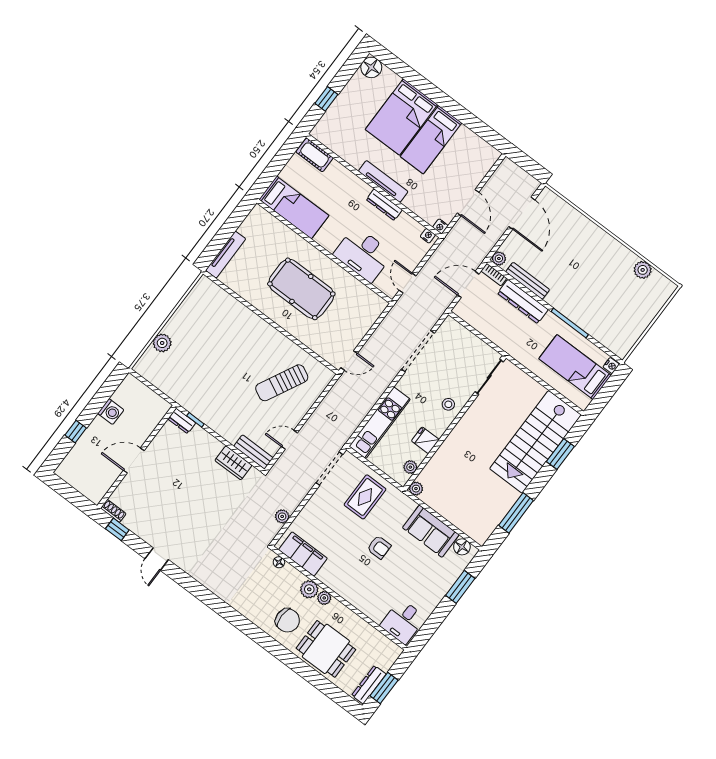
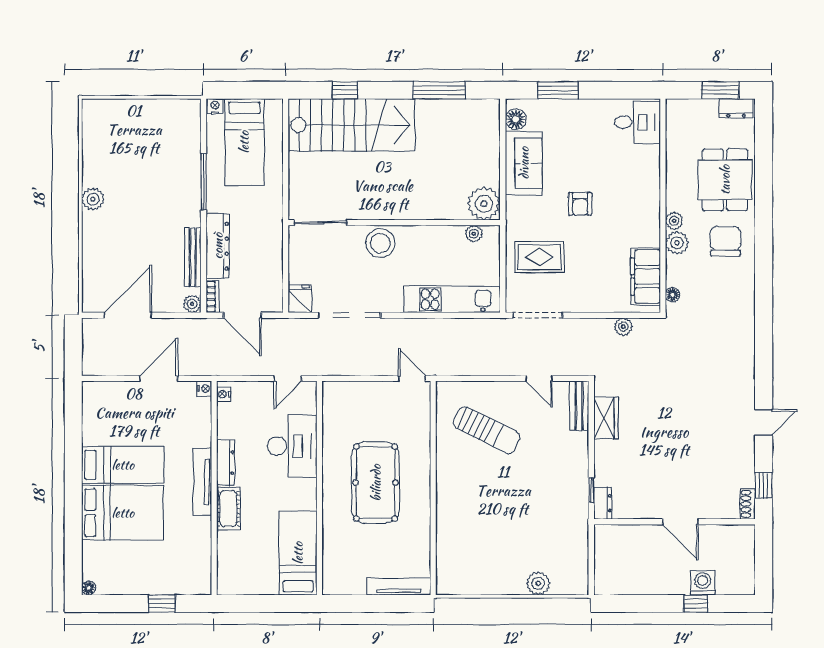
floor lamp: (371, 67) -> (89, 588), width x0.53, depth x0.53
cot: (315, 155) -> (228, 509), moved
plant: (643, 270) -> (93, 199), moved
stool: (448, 404) -> (380, 243), width x1.89, depth x1.89
washing machine: (111, 412) -> (703, 583), moved
fridge: (425, 440) -> (300, 299), moved, turned 180
window: (560, 454) -> (345, 90), width x0.67
plant: (416, 489) -> (484, 204), width x1.87, depth x1.87
armchair: (379, 547) -> (580, 204), turned 180
dresser: (369, 685) -> (736, 108), width x0.70

